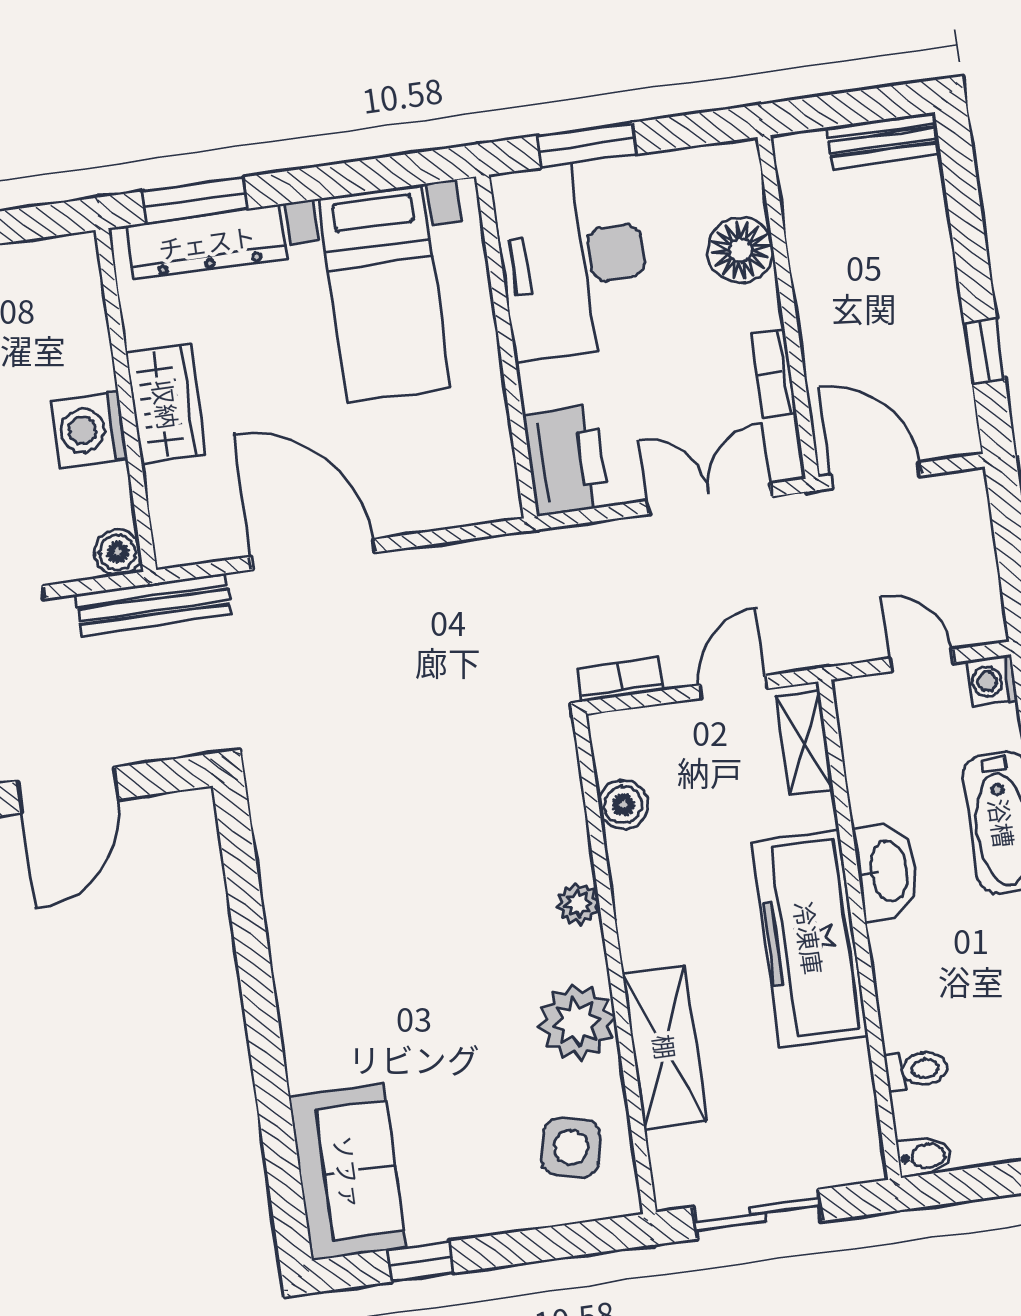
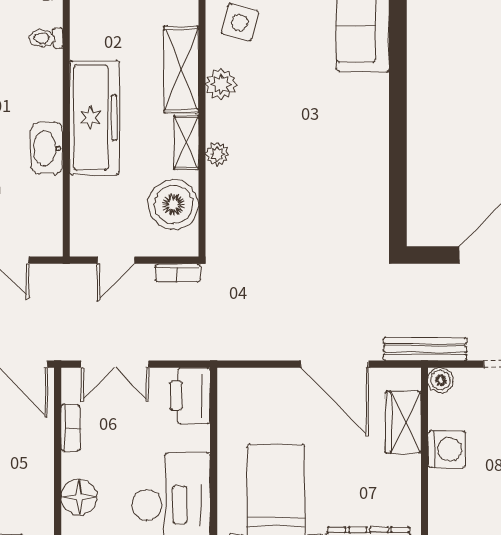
wardrobe: (166, 404) -> (403, 422), moved
shelving: (804, 743) -> (186, 142), moved
boiler: (623, 805) -> (174, 205), width x1.86, depth x1.86
plant: (577, 1022) -> (221, 84), width x0.73, depth x0.73

